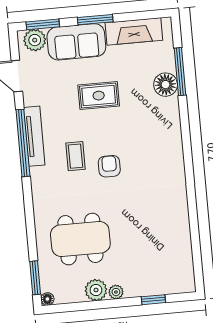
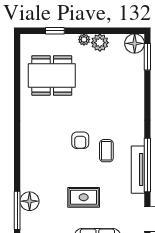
dining table: (80, 239) -> (52, 76), moved
floor lamp: (47, 299) -> (135, 43), width x1.89, depth x1.89

